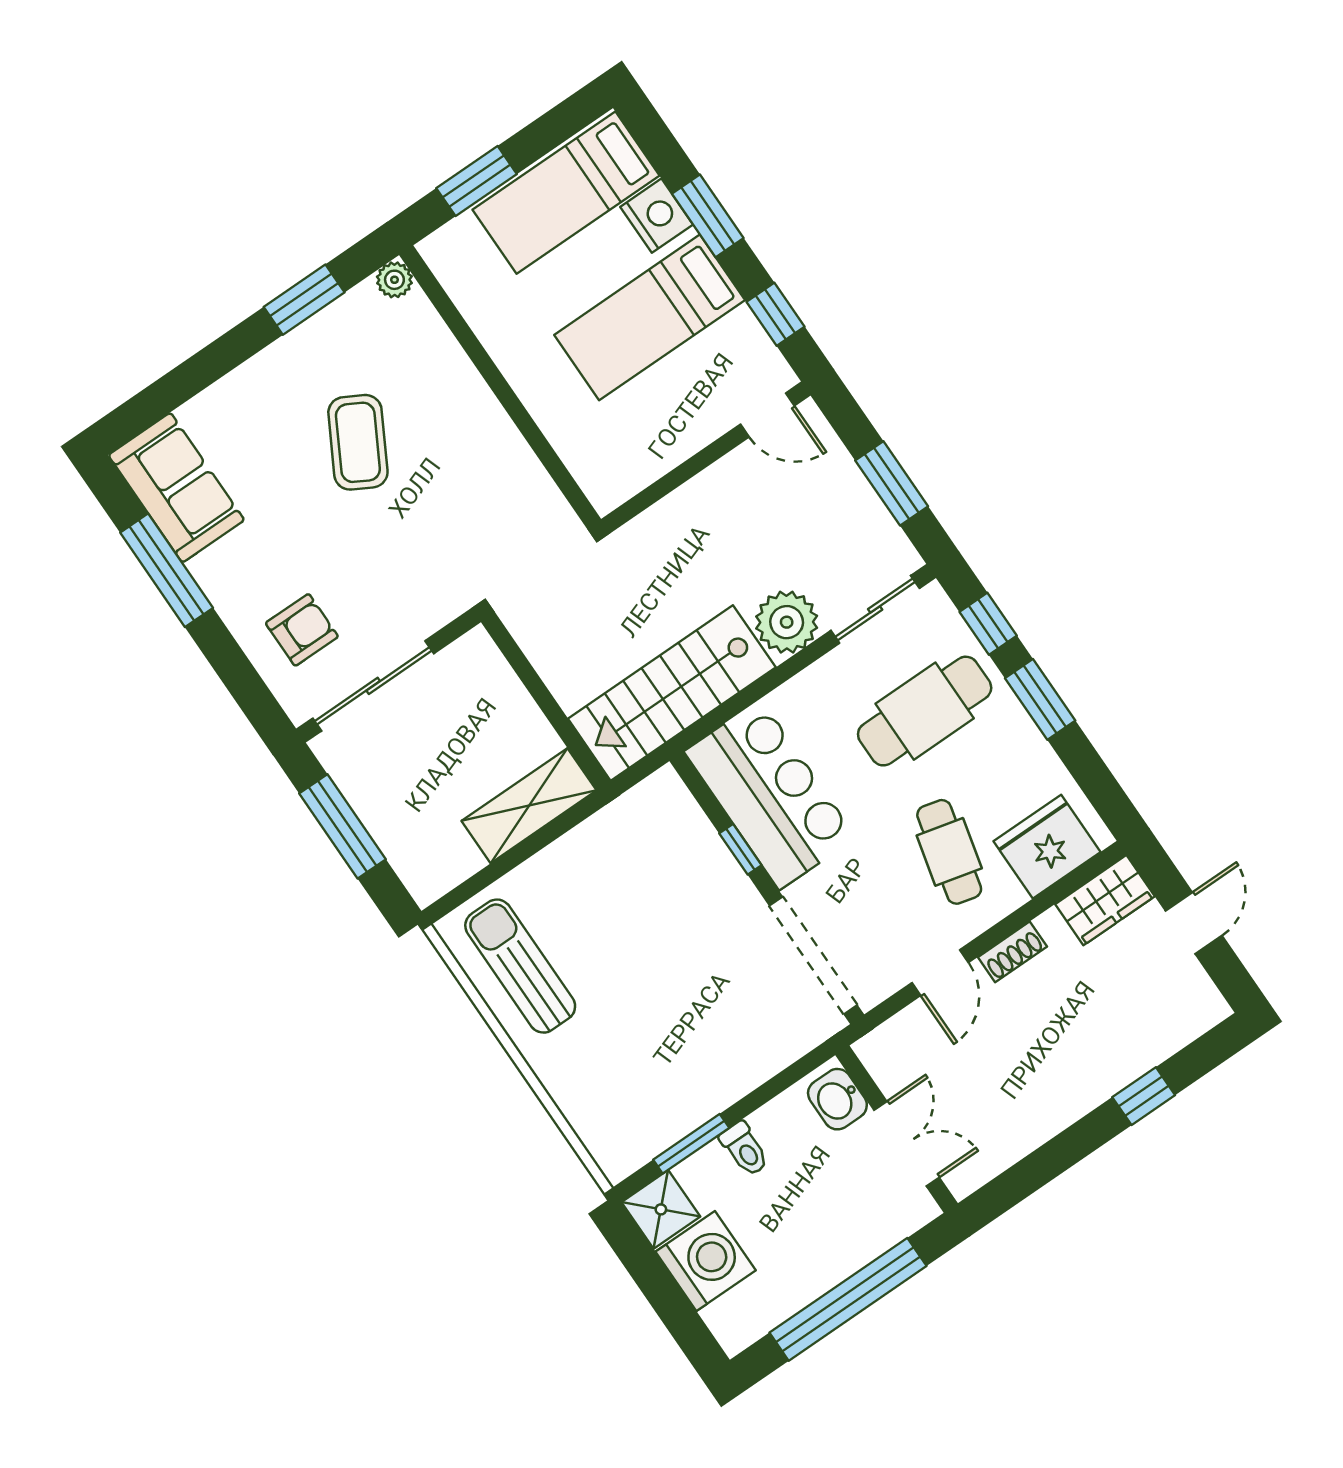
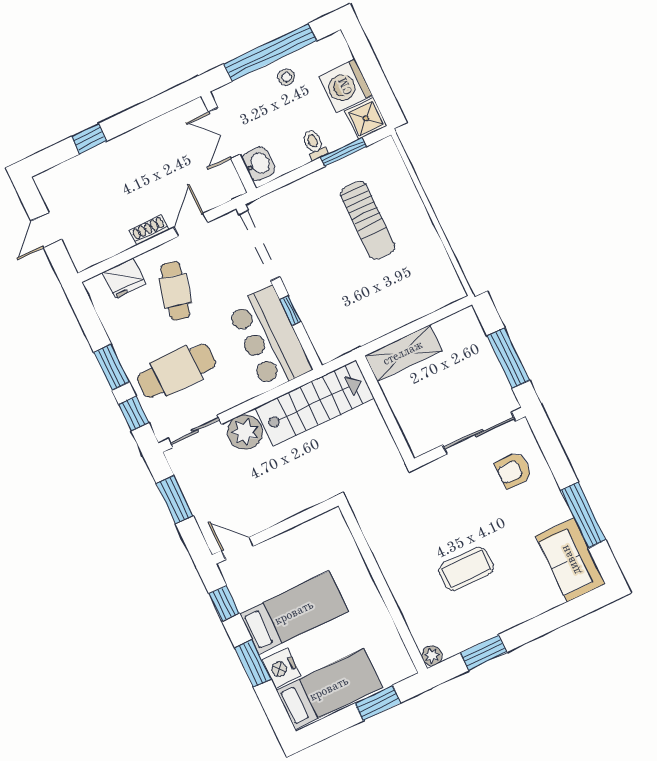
coffee table: (358, 442) -> (466, 569), turned 61
fridge: (1047, 847) -> (124, 278), width x0.73, depth x0.75
wardrobe: (1105, 900) -> (93, 250), removed
sun lounger: (520, 966) -> (368, 220), moved
stool: (813, 1260) -> (286, 77), added

